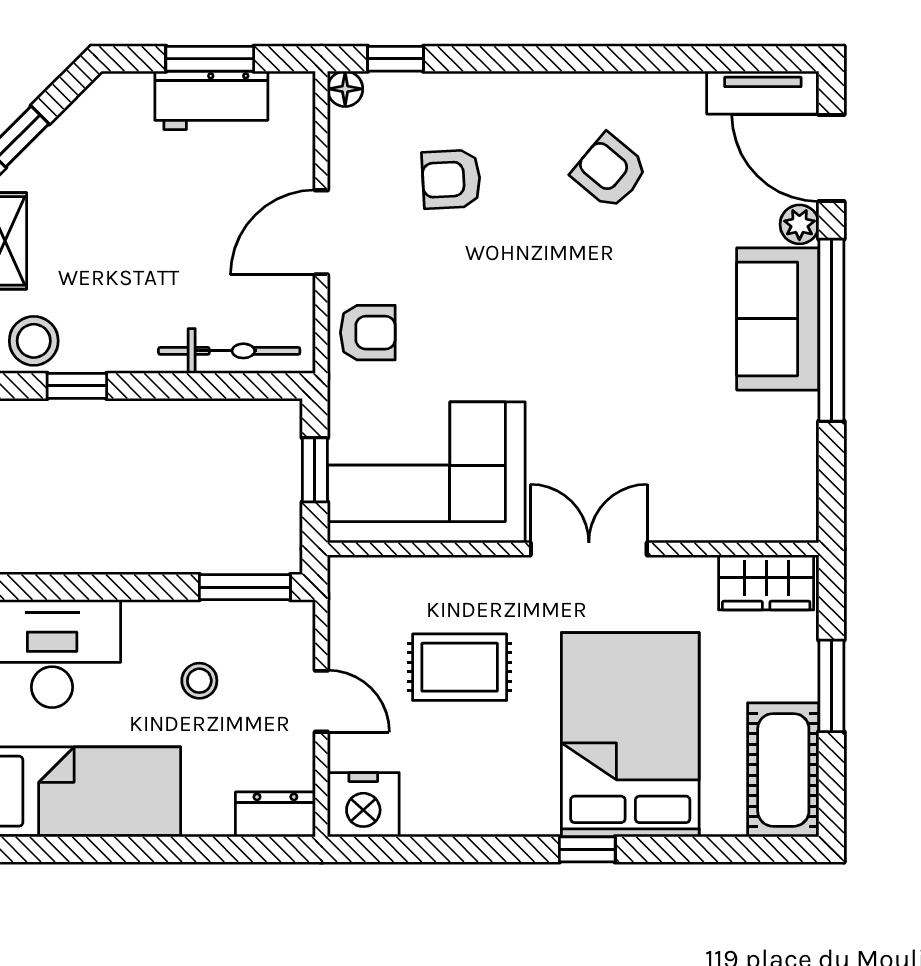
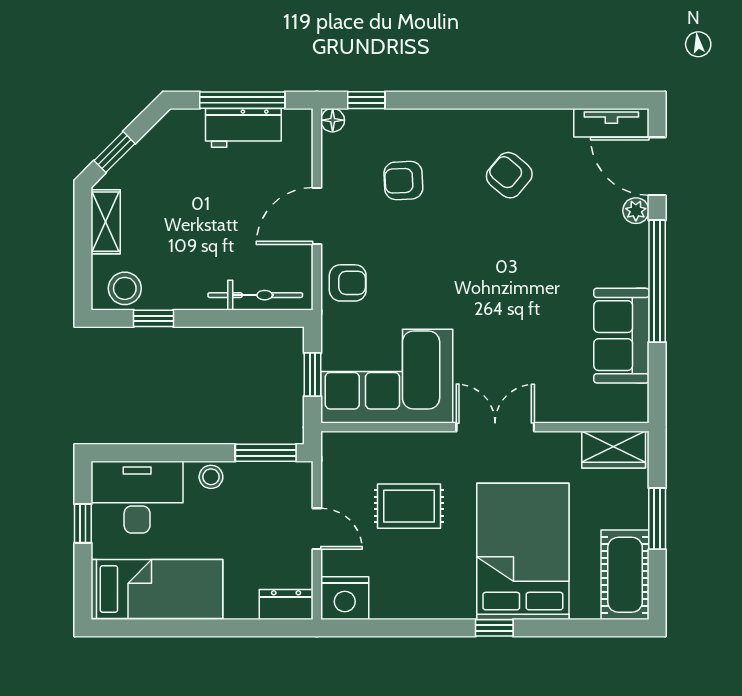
window: (210, 59) -> (242, 100), width x1.44
sofa: (778, 319) -> (621, 336), moved
stool: (199, 681) -> (211, 477), moved

